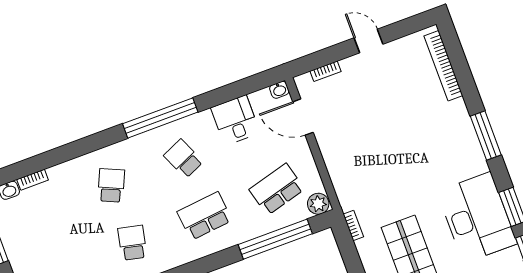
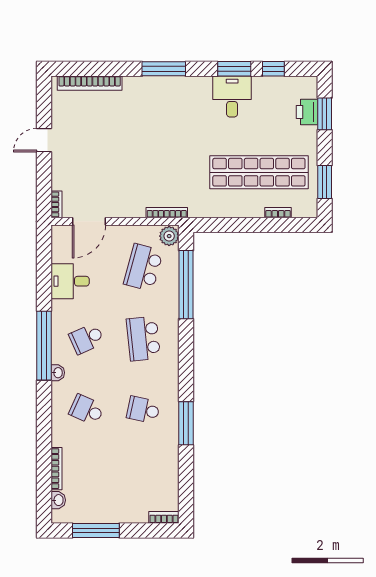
bookcase: (325, 71) -> (56, 204), moved
washbasin: (279, 90) -> (58, 373), moved
bookcase: (33, 180) -> (57, 469), width x1.56
school desk: (277, 189) -> (143, 267), turned 30
desk: (477, 217) -> (232, 96), width x0.53, depth x0.77
bookcase: (353, 226) -> (167, 213), moved, width x1.56

